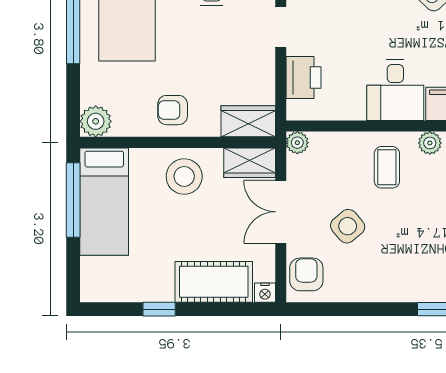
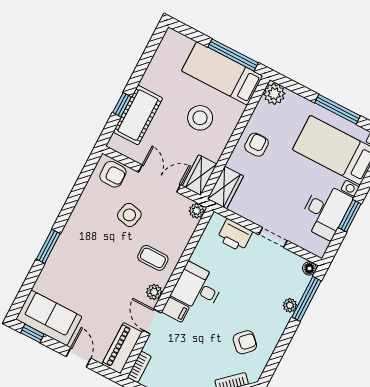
stool: (184, 176) -> (200, 118), moved
side table: (348, 226) -> (129, 215), turned -37
nightstand: (265, 293) -> (115, 143), removed
window: (159, 309) -> (122, 105), moved

